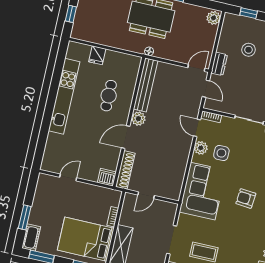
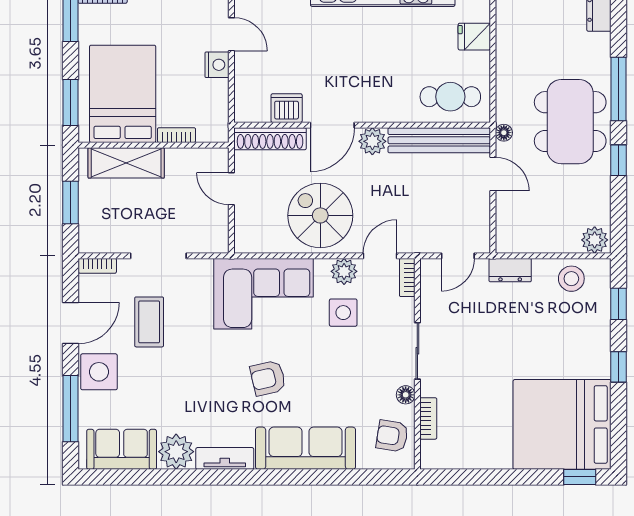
stool: (249, 50) -> (571, 279), moved
door: (196, 68) -> (493, 174), moved
cafe table: (109, 96) -> (450, 97), moved
door: (126, 137) -> (332, 125), swing flipped
spiral stairs: (170, 153) -> (320, 215), added
dishwasher: (107, 177) -> (287, 108), moved, turned -90
nightstand: (82, 188) -> (217, 65), added
armchair: (246, 198) -> (268, 378), turned -108

